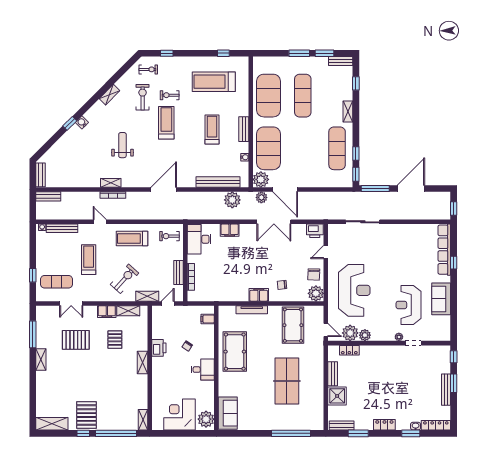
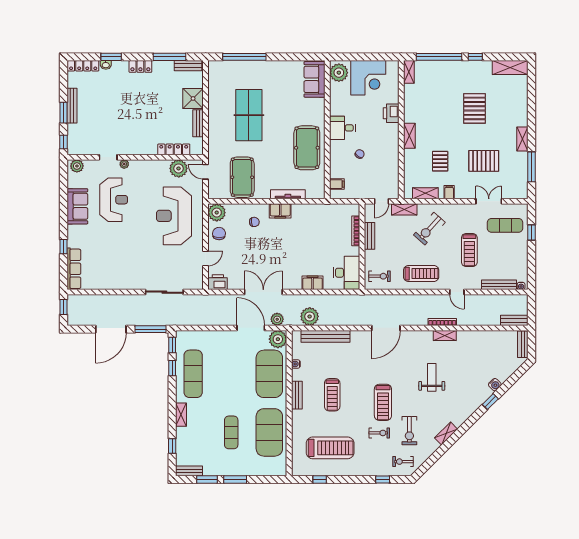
exercise mat: (303, 96) -> (231, 432), width x0.73, depth x0.69
water cooler: (82, 122) -> (495, 385), moved
weight bench: (122, 145) -> (432, 377), turned 180
row of seats: (444, 250) -> (74, 269), width x0.73
filing cabinet: (107, 312) -> (449, 192), width x0.50
plant: (365, 335) -> (77, 166), moved
printer: (159, 348) -> (391, 113), moved
locker: (349, 350) -> (174, 149), width x1.53
pallet: (86, 415) -> (474, 108), moved
window: (358, 433) -> (170, 57), width x1.44

